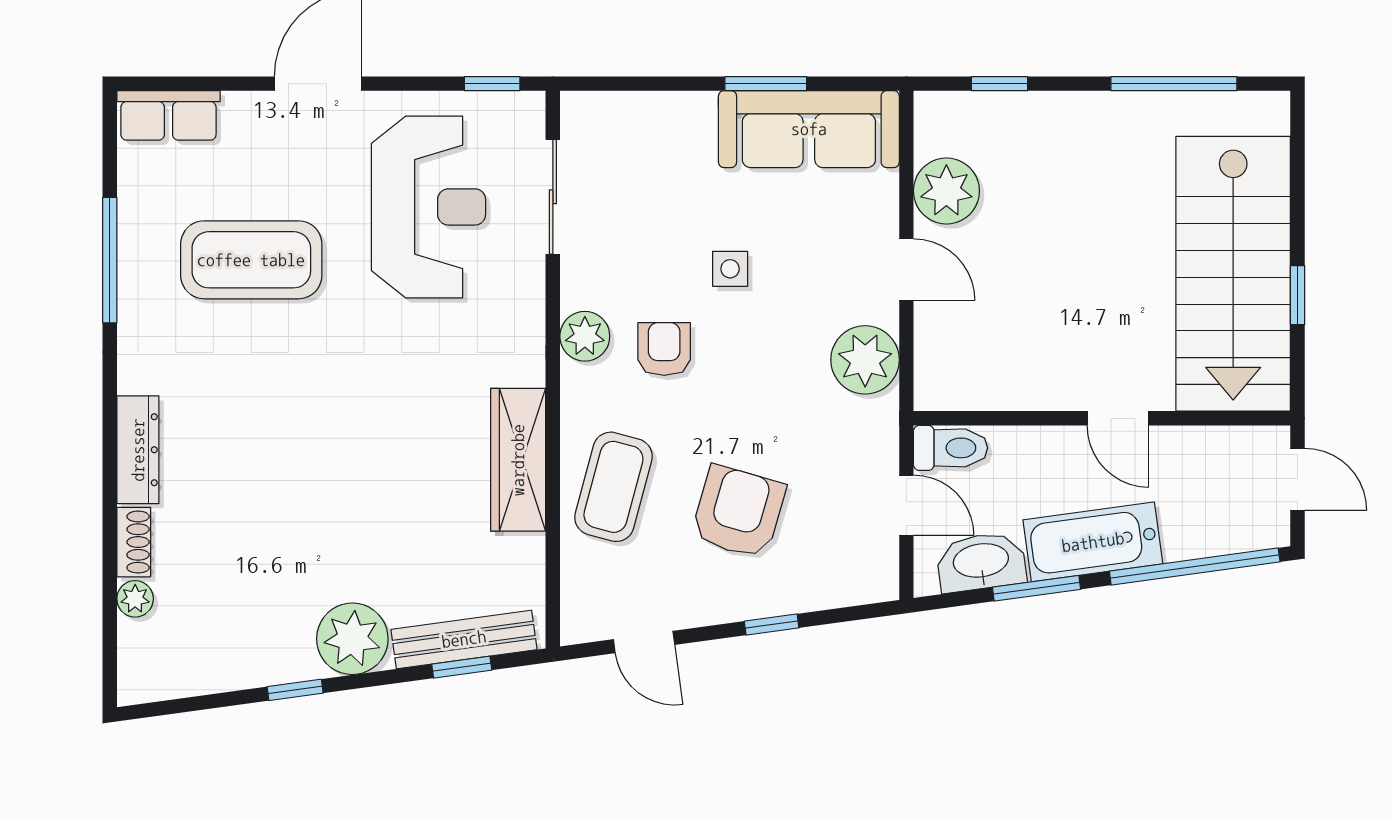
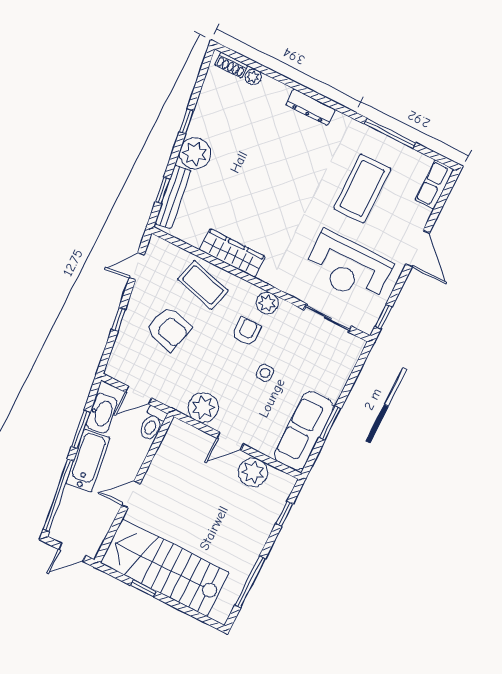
armchair: (664, 349) -> (247, 332), turned -90
shoe rack: (134, 542) -> (231, 65), moved

